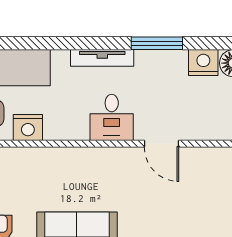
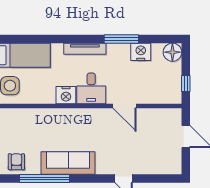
nightstand: (203, 63) -> (141, 52), moved
nightstand: (28, 128) -> (66, 95), moved

